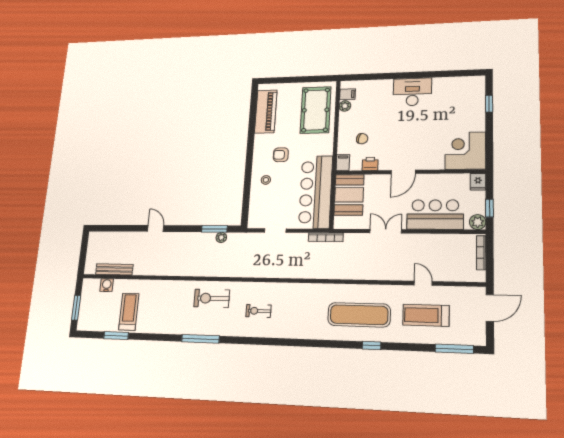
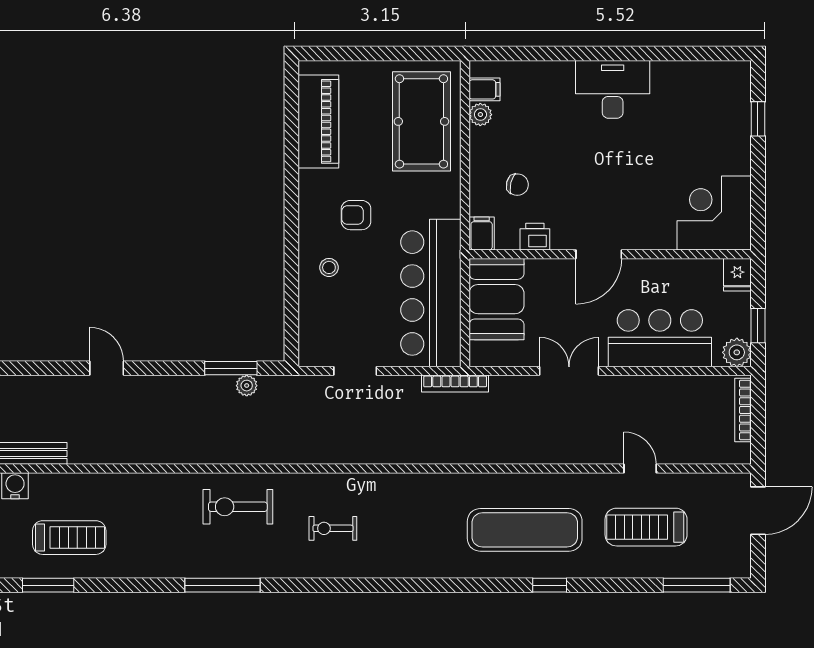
treadmill: (129, 312) -> (69, 538), turned 90

